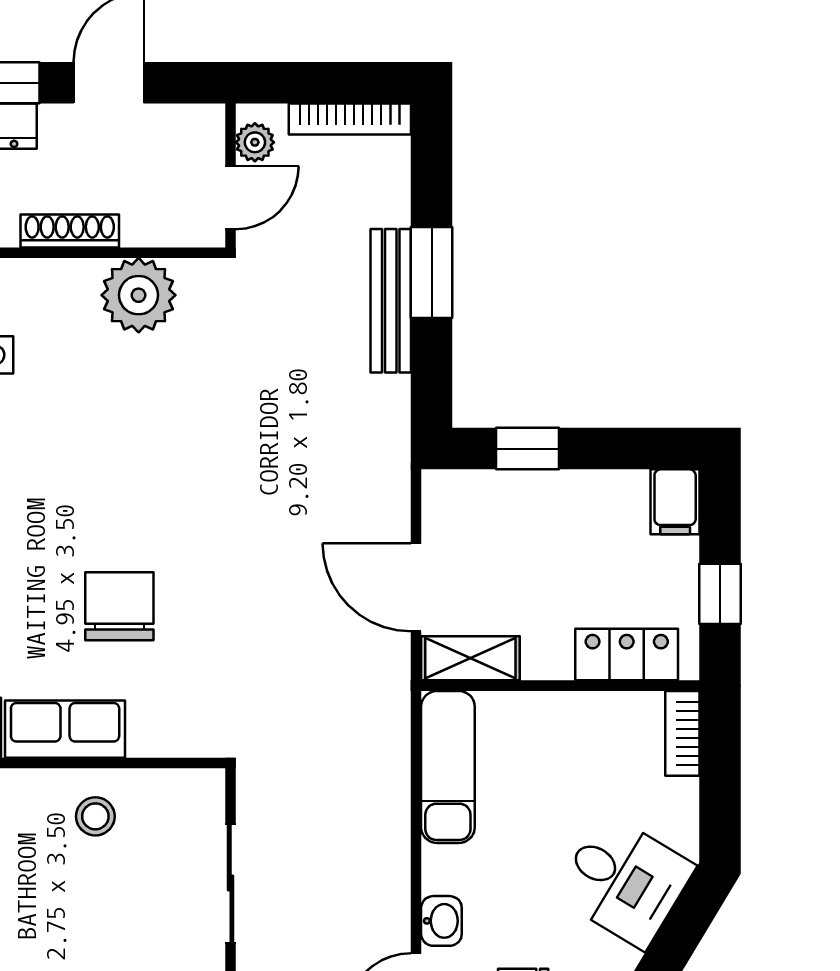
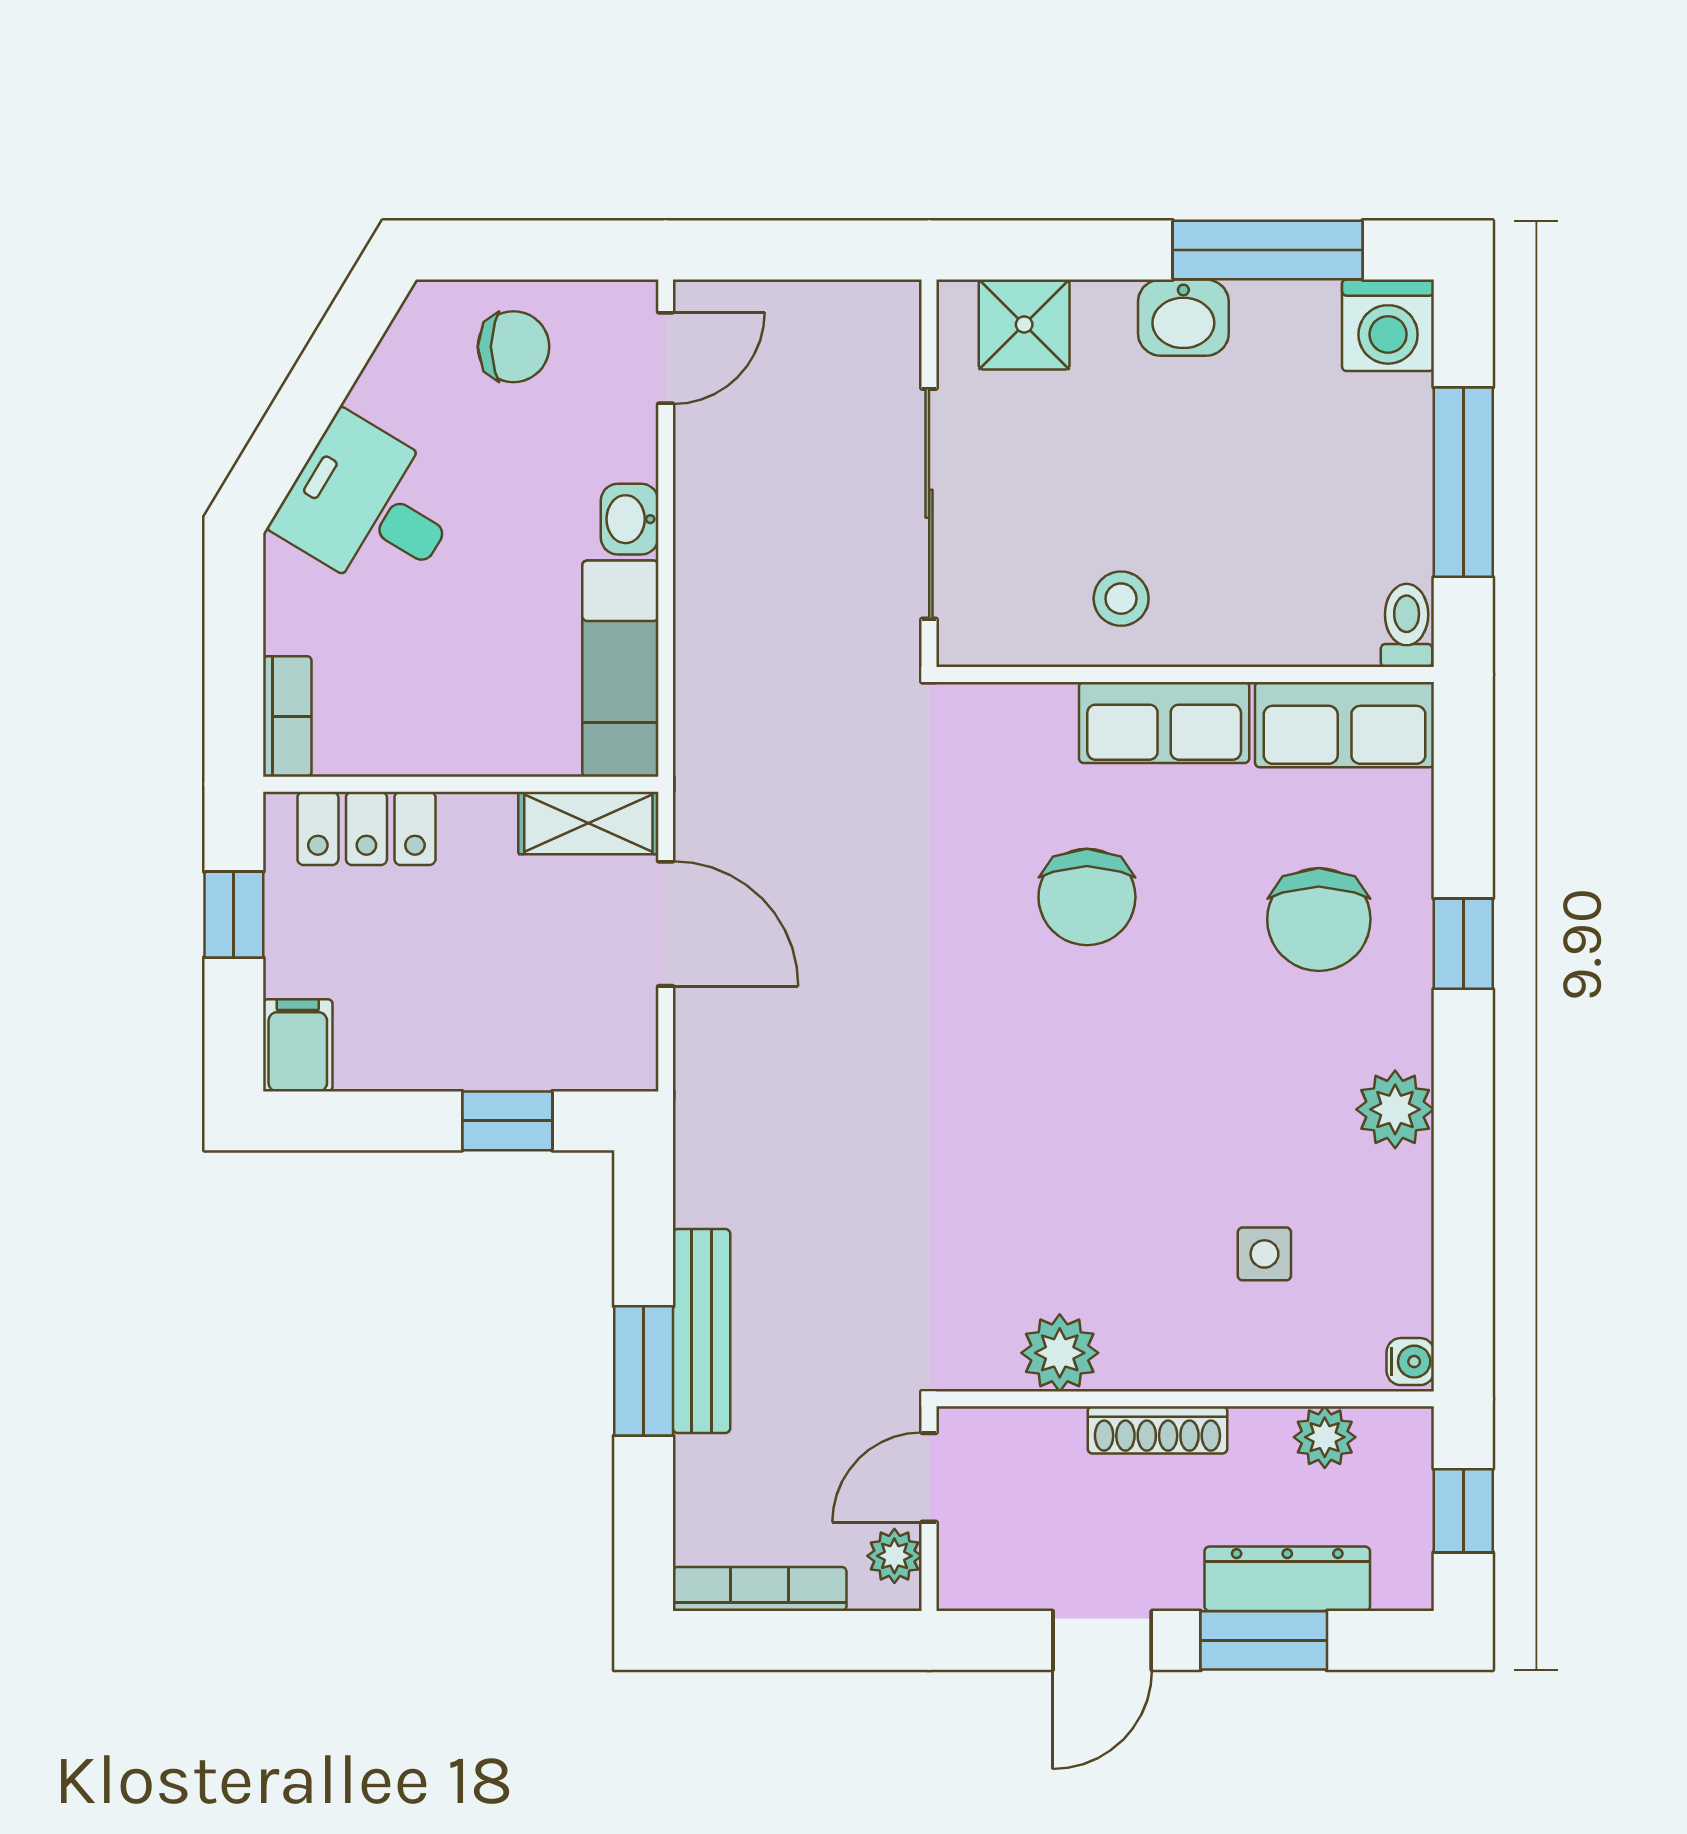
plant: (139, 295) -> (1060, 1353), width x0.73, depth x0.73
sliding door: (231, 883) -> (929, 504), width x1.37
washbasin: (441, 921) -> (630, 519), moved

